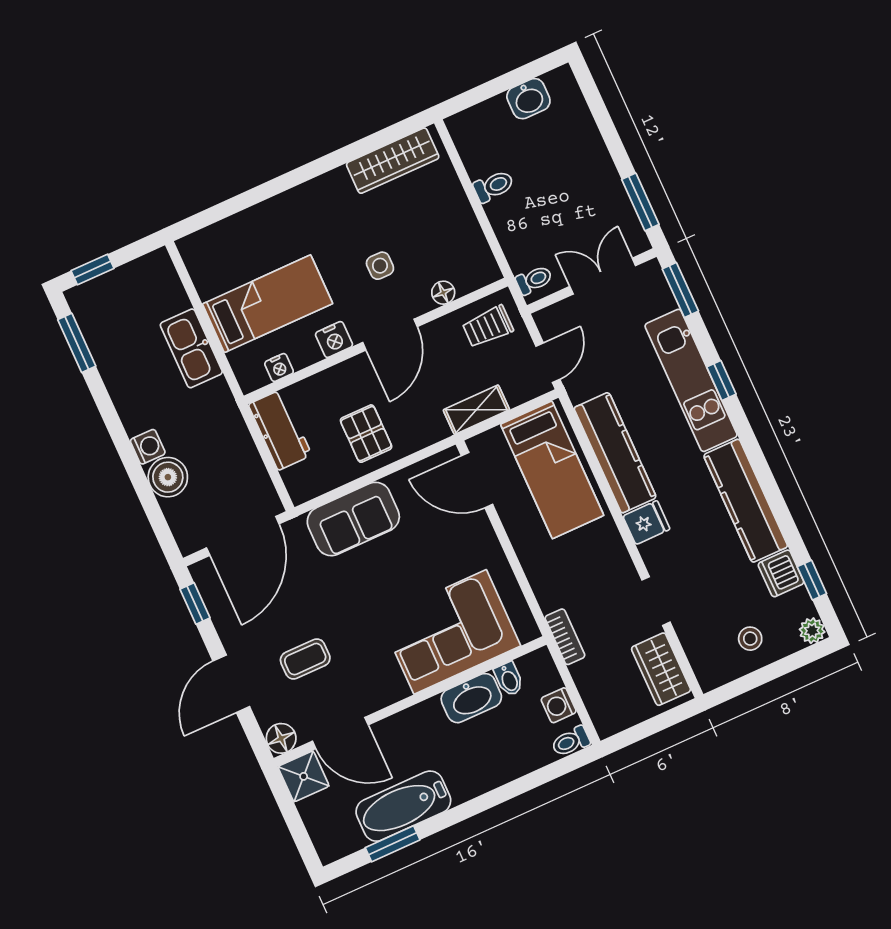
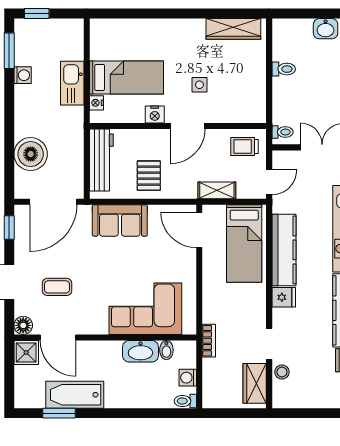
floor lamp: (443, 293) -> (228, 116), removed
nightstand: (279, 368) -> (97, 103), moved, turned 90
workbench: (280, 430) -> (101, 160), width x1.38
washing machine: (148, 447) -> (23, 75), moved
boiler: (168, 477) -> (31, 154), width x1.37, depth x1.37
stool: (750, 639) -> (282, 372), moved

